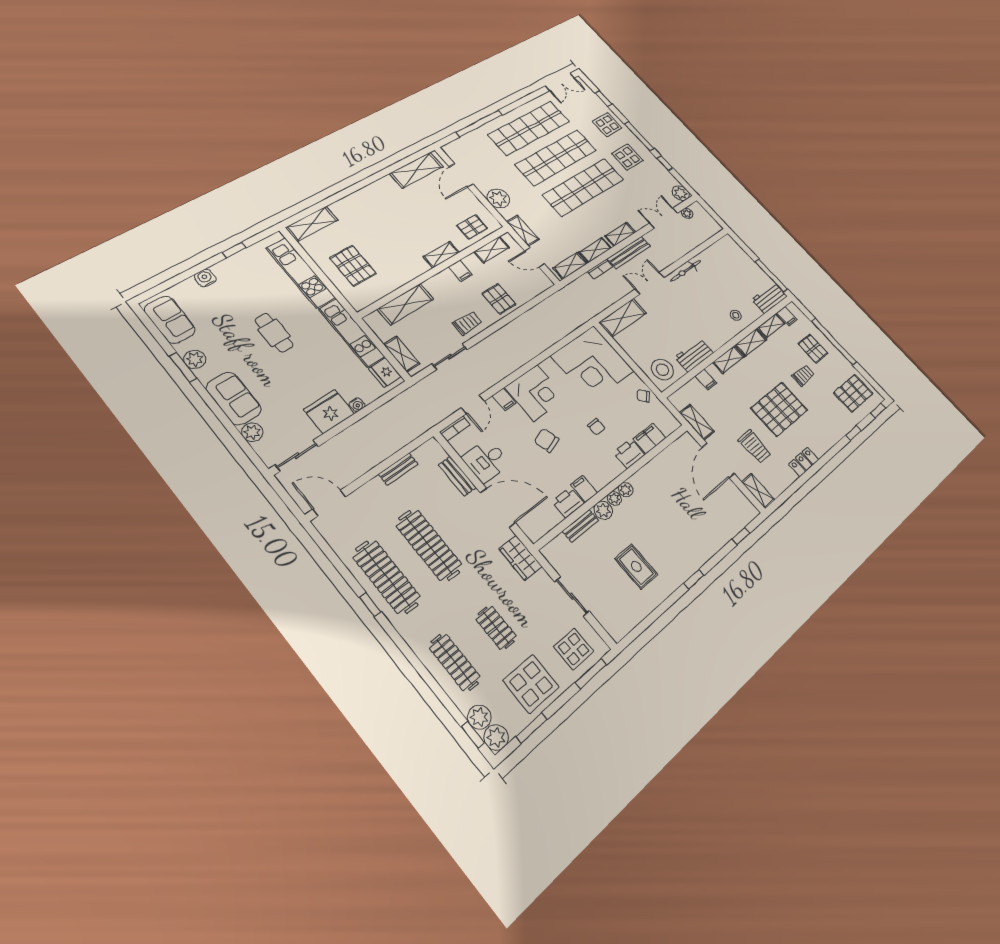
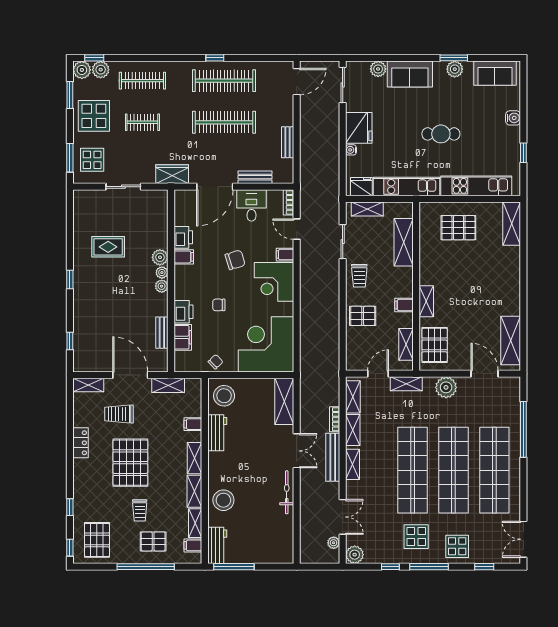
pallet: (472, 227) -> (435, 345), width x1.50, depth x1.42
stool: (736, 315) -> (223, 500), width x1.89, depth x1.89
bench: (581, 526) -> (162, 333), moved

